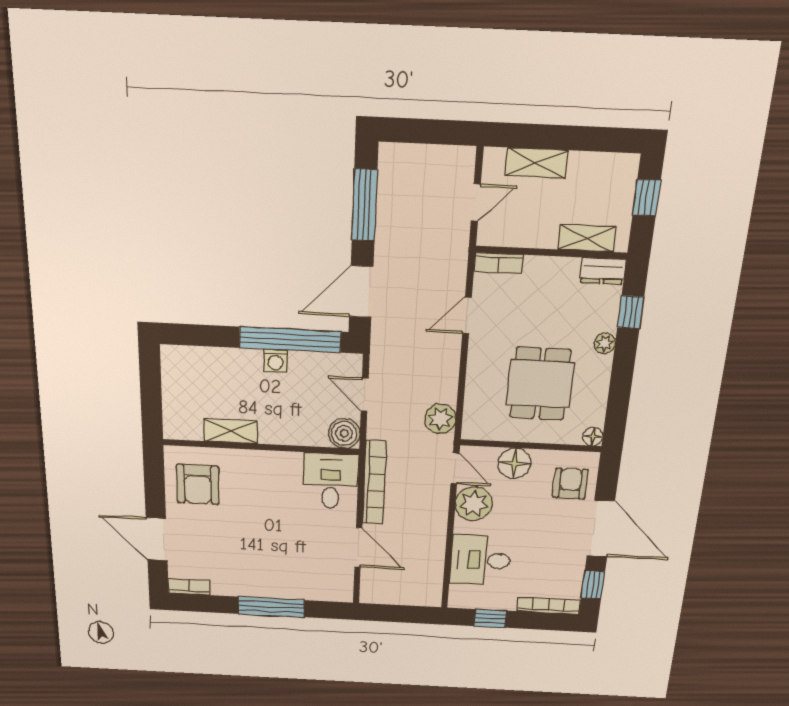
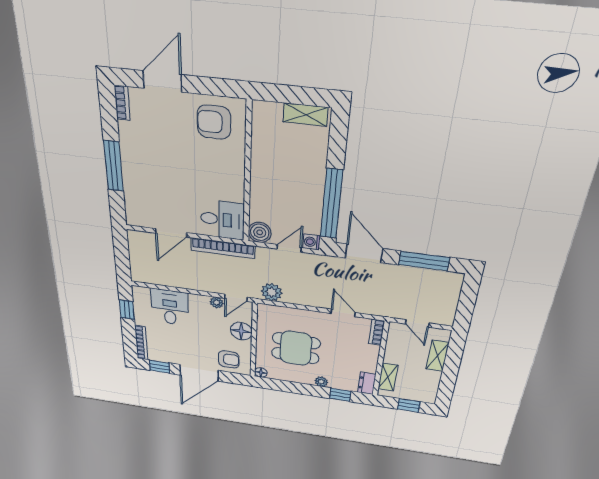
washing machine: (276, 361) -> (312, 242), moved
shelving: (231, 431) -> (305, 115), moved, turned 90
plant: (474, 504) -> (217, 303), width x0.53, depth x0.53

